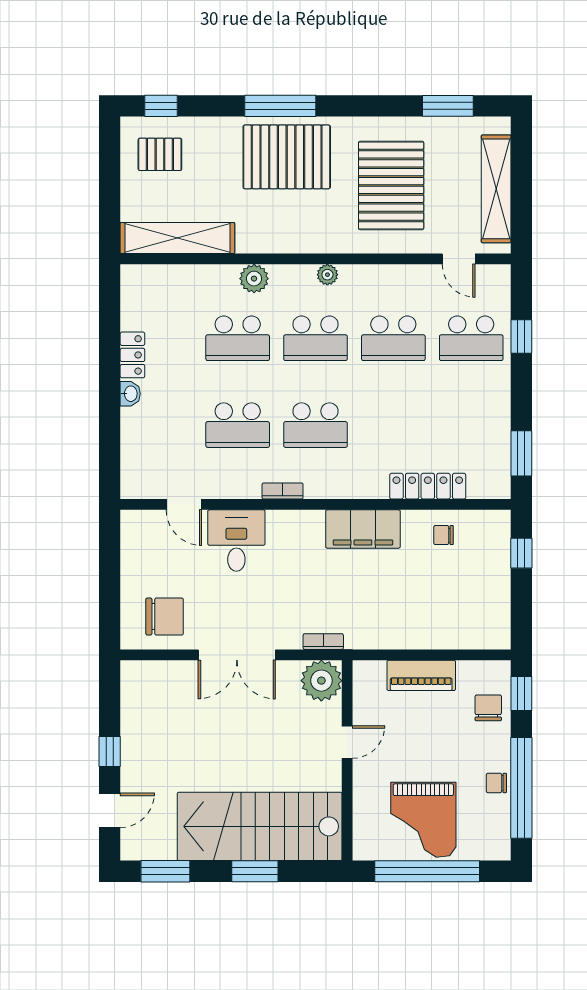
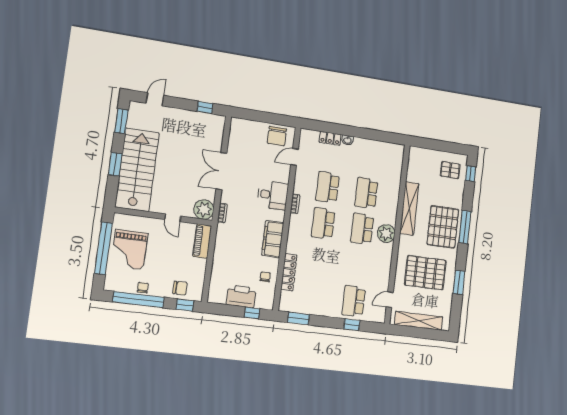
window: (448, 106) -> (459, 282), moved
pallet: (160, 154) -> (450, 170), turned 90
shelving: (177, 238) -> (409, 208), moved
plant: (327, 275) -> (386, 233), width x1.87, depth x1.87
plant: (254, 279) -> (392, 204), removed
school desk: (393, 338) -> (358, 265), removed
locker: (132, 355) -> (330, 138), moved
desk: (236, 541) -> (273, 195), moved
printer: (490, 580) -> (241, 296), added
chair: (165, 617) -> (277, 136), moved
piano: (421, 675) -> (202, 241), moved
window: (110, 752) -> (205, 107), moved
door: (110, 810) -> (155, 99), swing flipped
grand piano: (423, 820) -> (129, 250), turned -90

